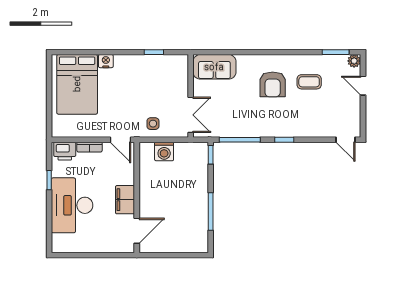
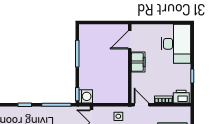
washing machine: (164, 151) -> (86, 96), moved, turned 90
desk: (72, 205) -> (176, 44), moved

